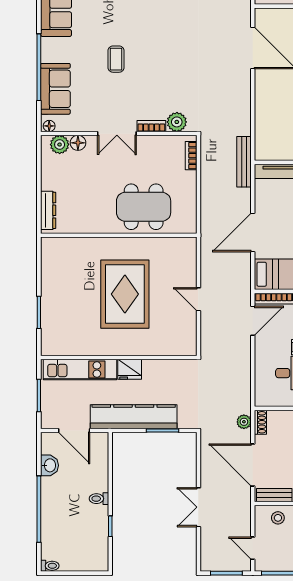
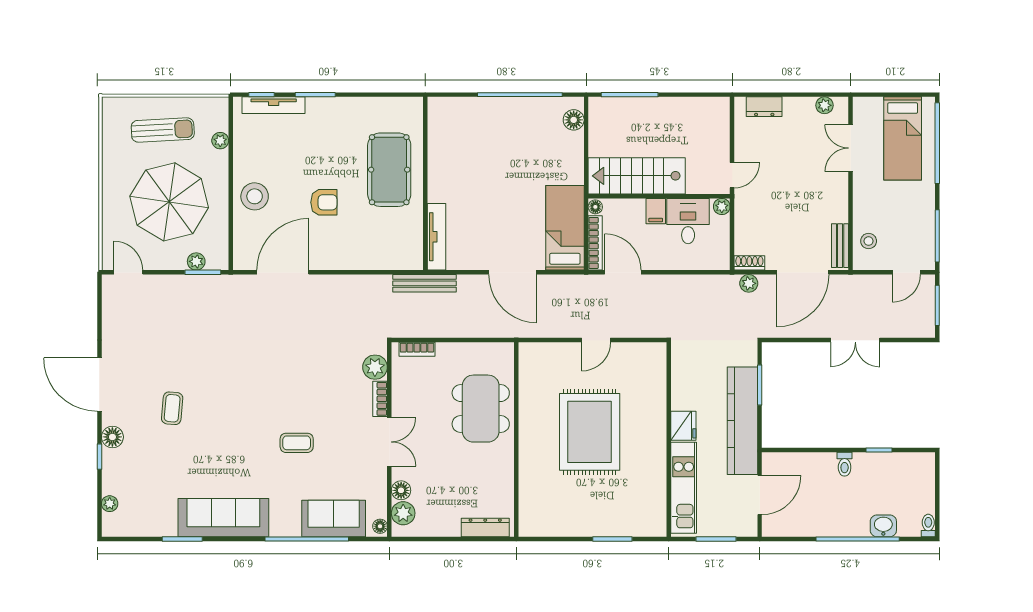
rug: (125, 294) -> (590, 432), turned 90
washbasin: (49, 465) -> (883, 526), moved

